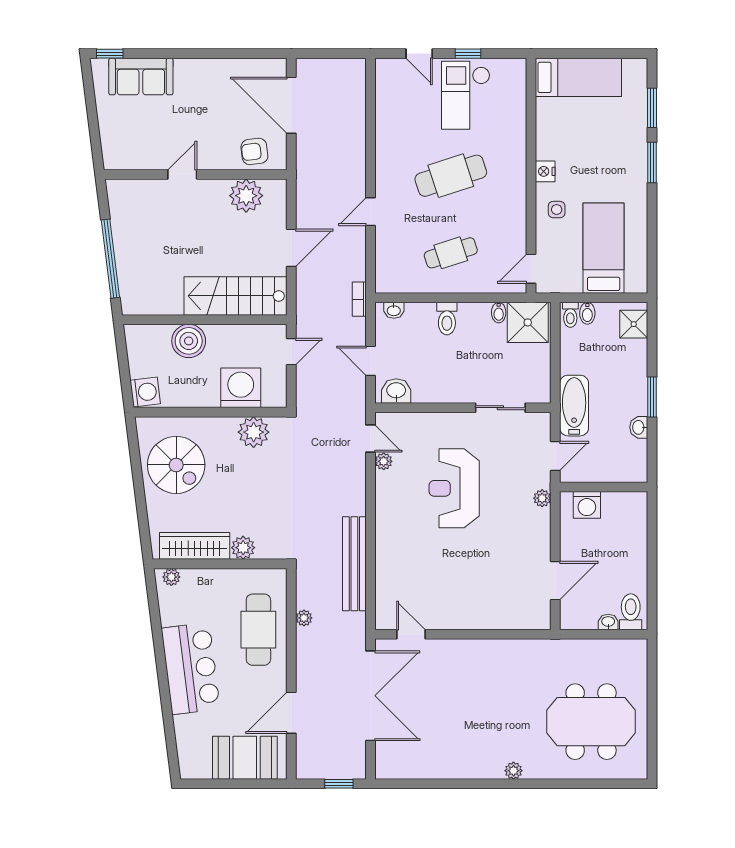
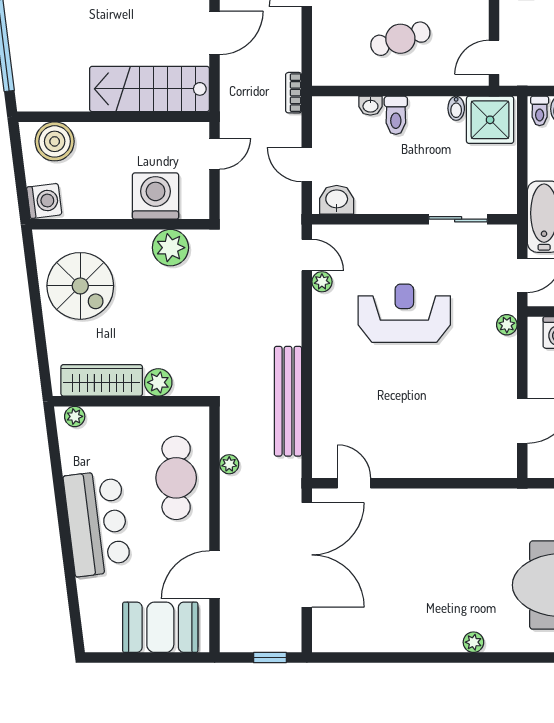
washbasin: (394, 310) -> (370, 106), moved
boiler: (189, 341) -> (55, 141), moved
reception desk: (454, 488) -> (404, 313), turned 90

